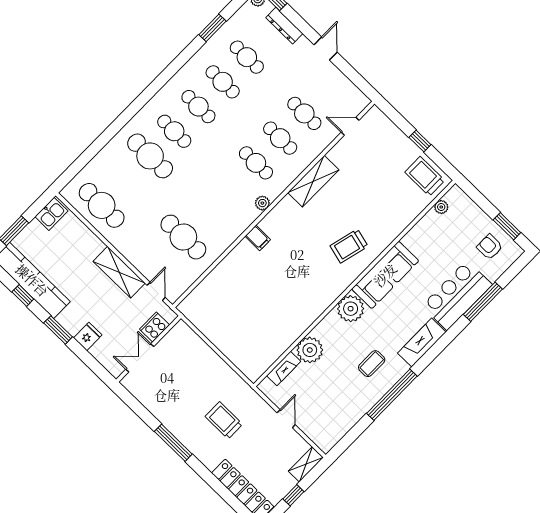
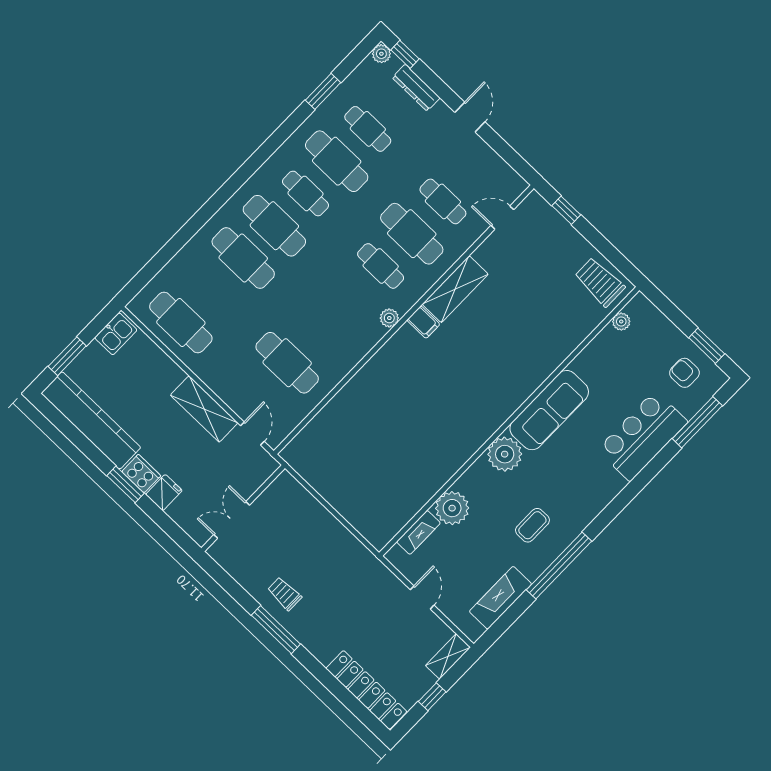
cafe table: (223, 82) -> (337, 161), width x1.37, depth x1.35
cafe table: (174, 131) -> (274, 226), width x1.37, depth x1.35
cafe table: (280, 138) -> (412, 234), width x1.37, depth x1.35
window: (420, 141) -> (566, 210), moved
filing cabinet: (258, 238) -> (423, 322), moved
trolley: (349, 246) -> (502, 373), removed
window: (23, 295) -> (80, 440), removed
window: (483, 302) -> (697, 422), moved
cooker: (155, 327) -> (141, 474), moved, turned 90
fireplace: (422, 343) -> (500, 598), moved
trolley: (224, 420) -> (285, 594), moved, width x0.73, depth x0.72

